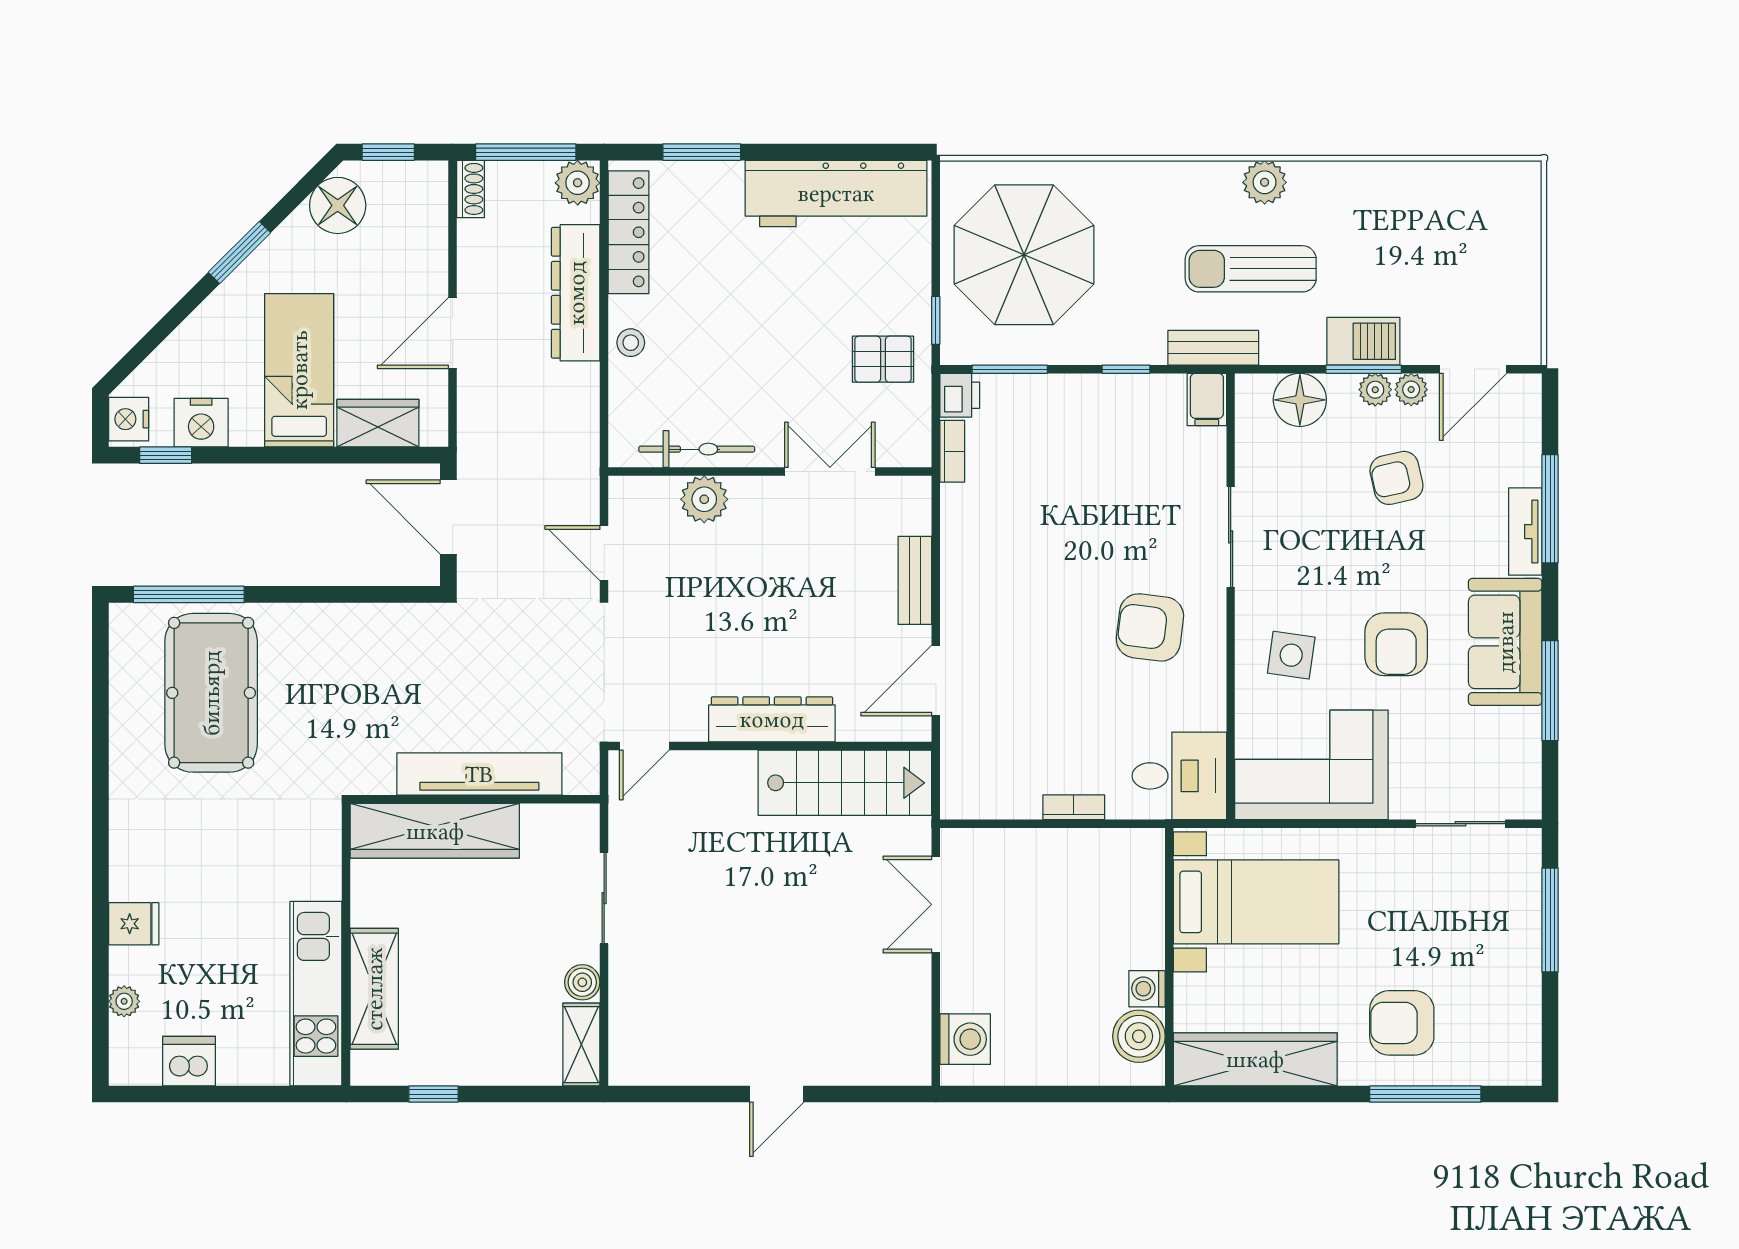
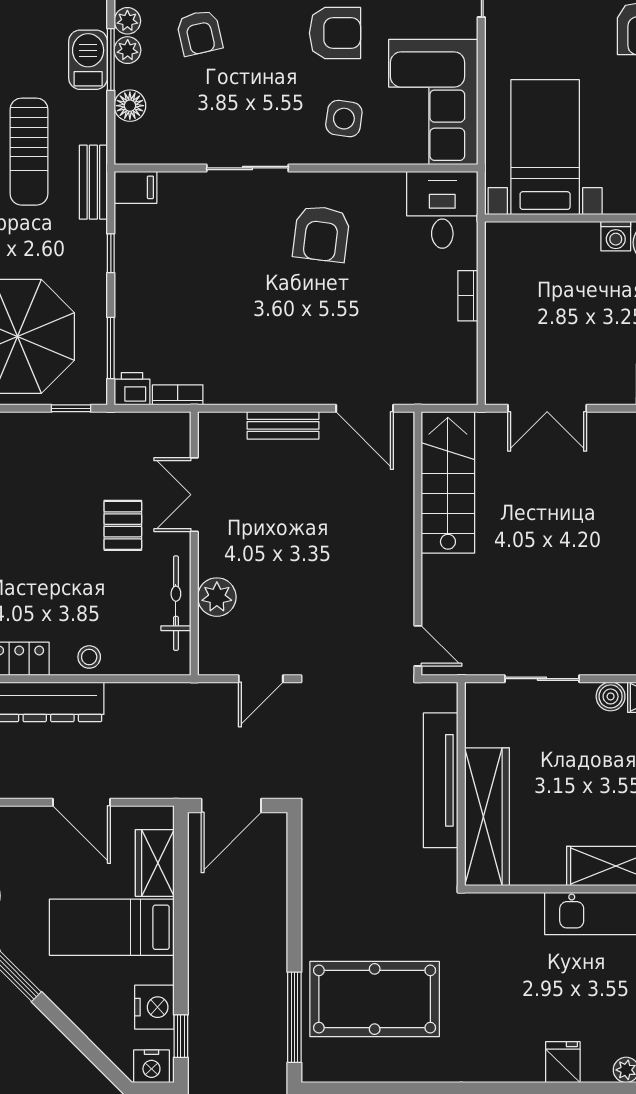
pallet: (883, 359) -> (123, 525), moved
floor lamp: (1300, 400) -> (130, 106), width x0.73, depth x0.73
dresser: (772, 719) -> (396, 542), removed

